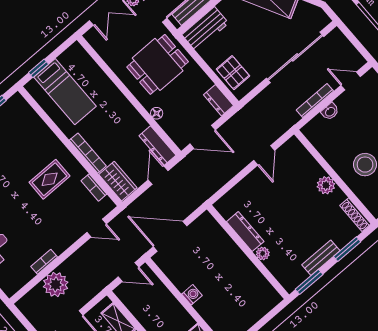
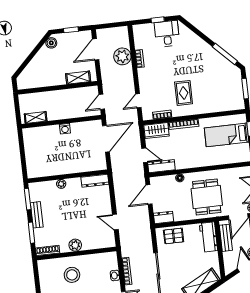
dresser: (245, 232) -> (95, 181), moved

